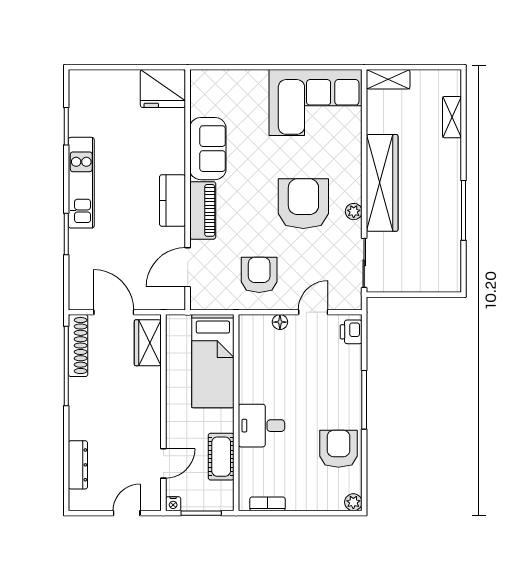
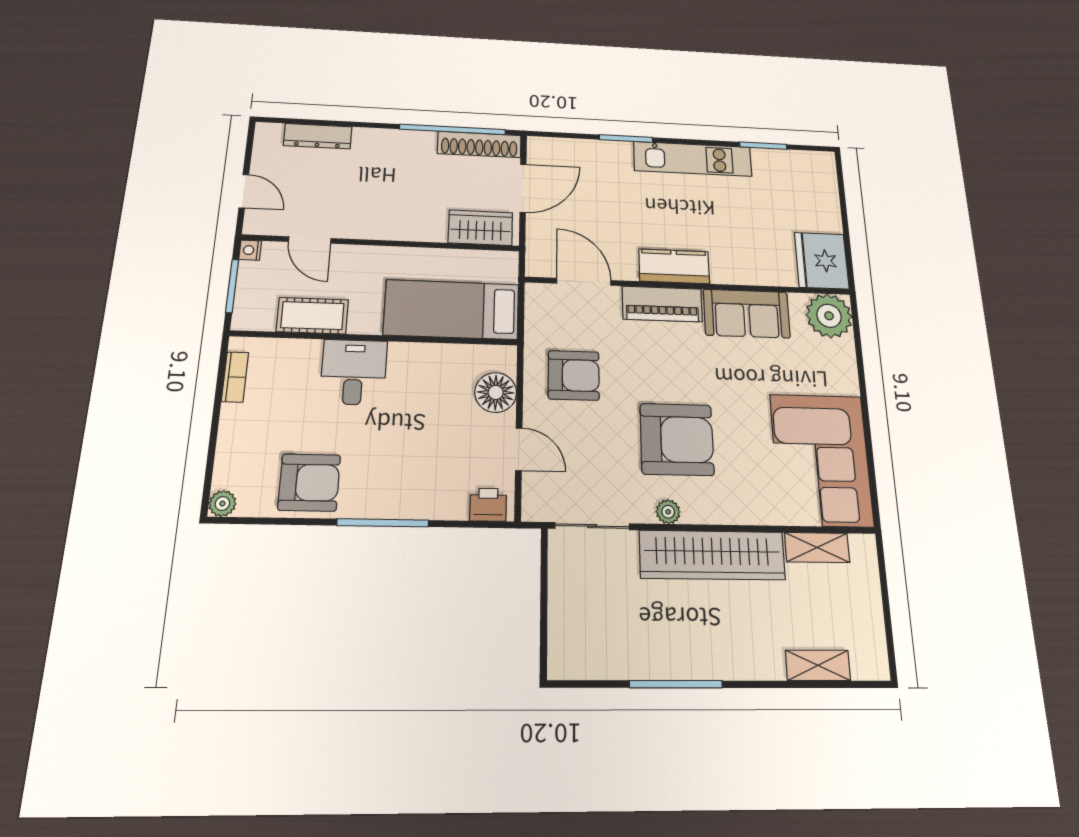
shelving: (388, 79) -> (817, 547), moved, turned 90
plant: (207, 87) -> (829, 316), added
floor lamp: (280, 322) -> (496, 392), width x1.89, depth x1.89

